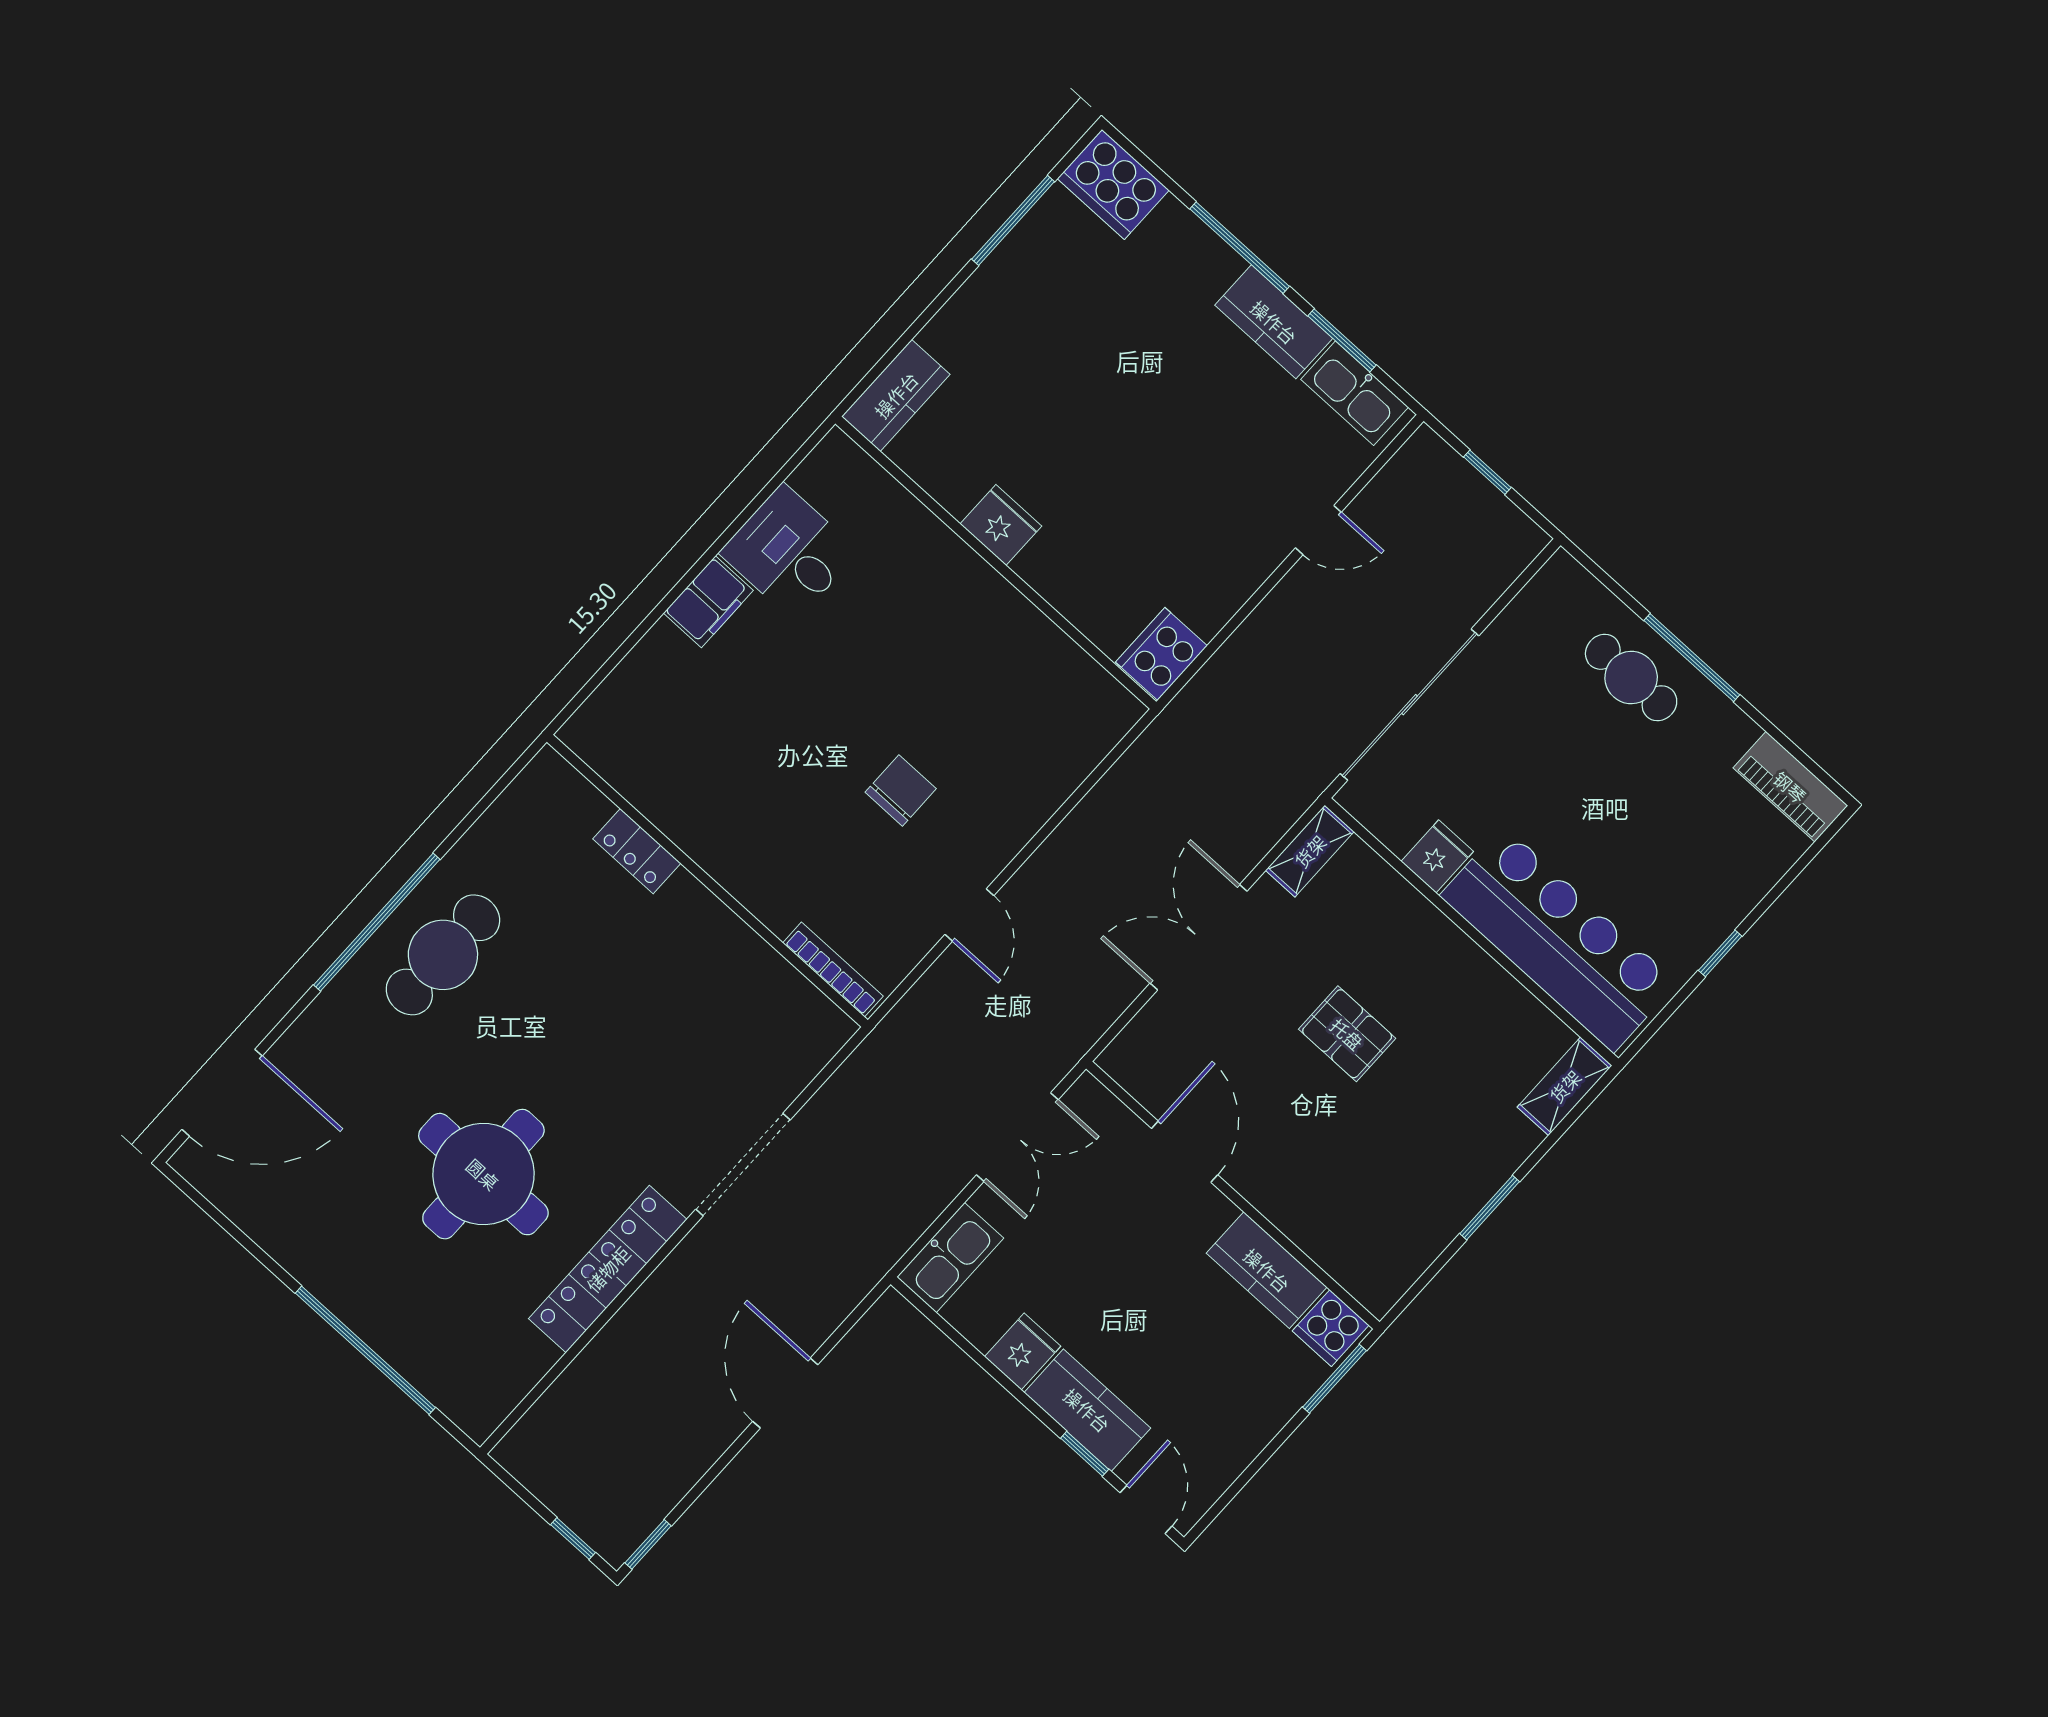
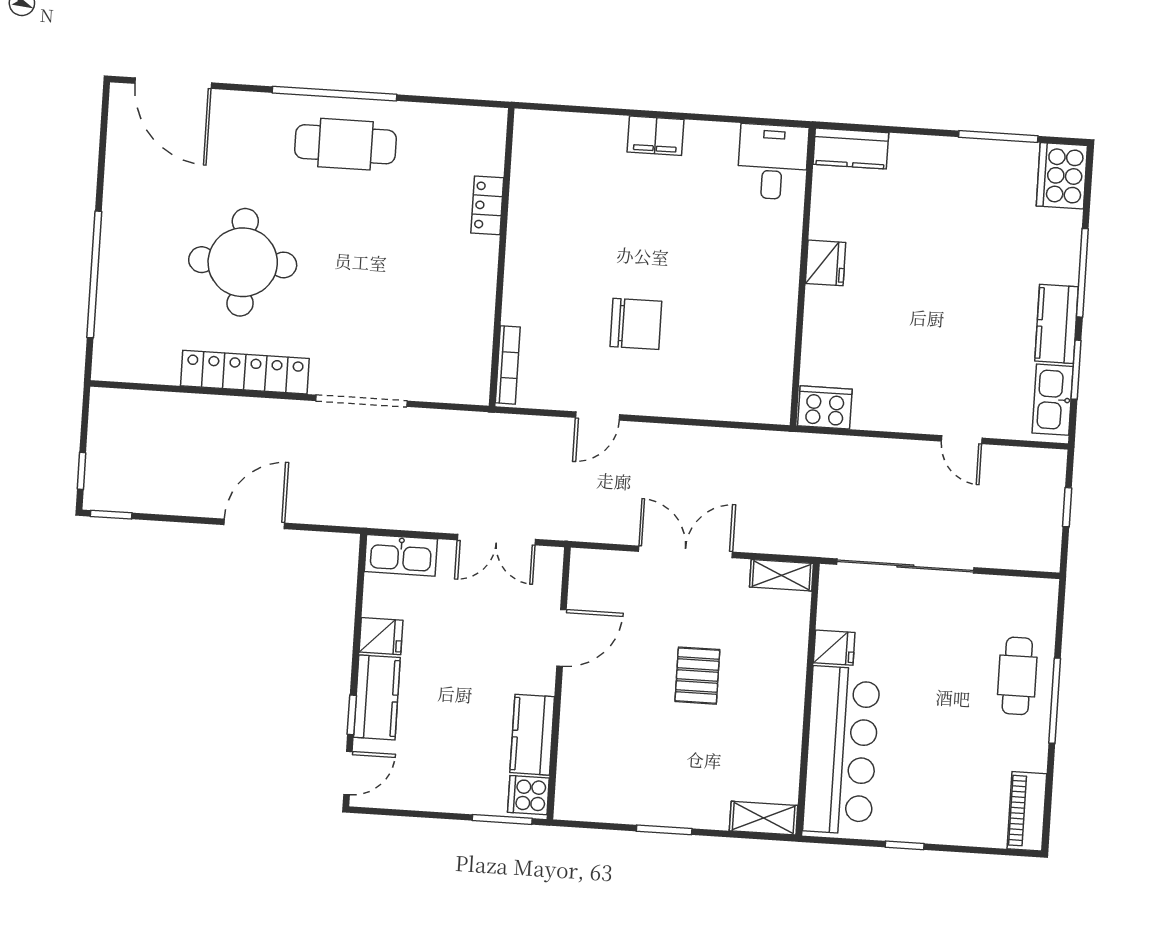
desk: (789, 552) -> (773, 162), moved
chair: (901, 790) -> (636, 324), width x1.37, depth x1.37

